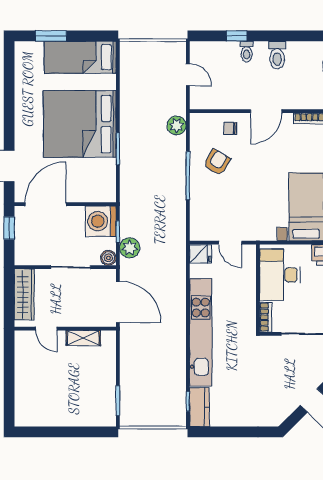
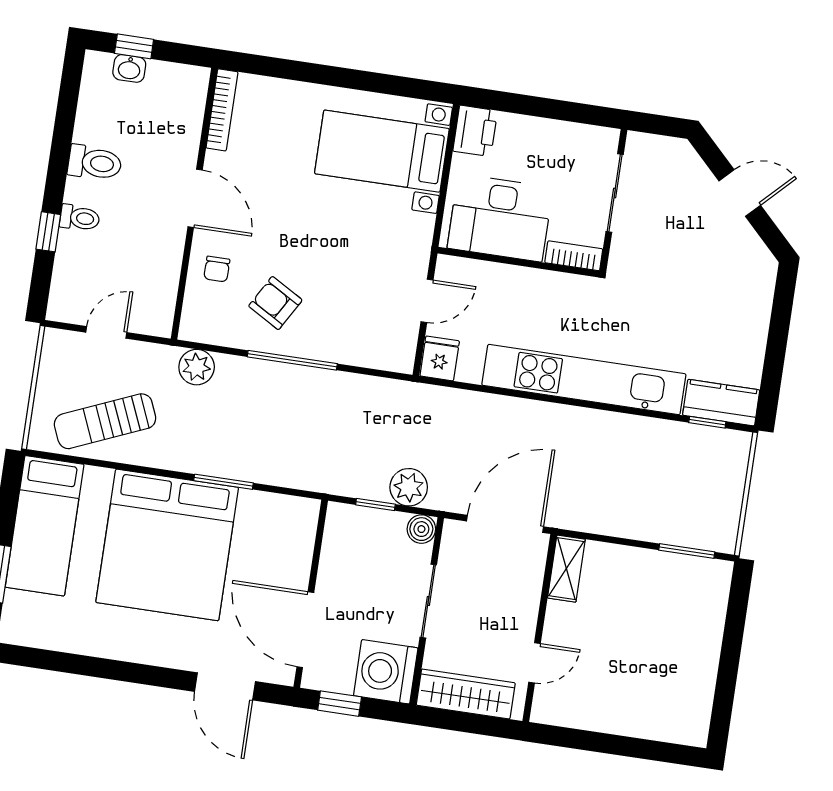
sun lounger: (141, 81) -> (105, 421), added
washing machine: (101, 221) -> (386, 672), moved, turned 90
shelving: (83, 338) -> (566, 569), moved

